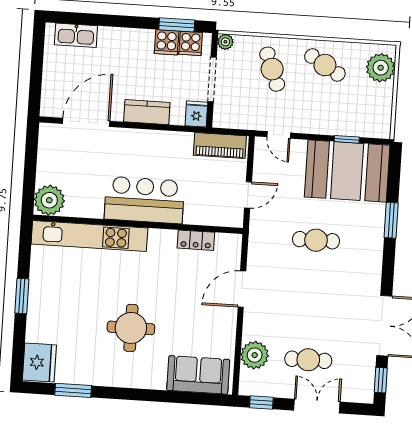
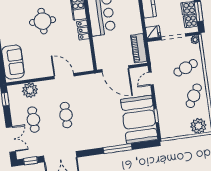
door: (248, 195) -> (115, 69), width x1.88
window: (391, 220) -> (118, 149), width x1.44
locker: (196, 240) -> (83, 30), moved
cafe table: (316, 240) -> (66, 115), moved
round table: (131, 328) -> (43, 21), moved
double door: (317, 406) -> (11, 139), moved

